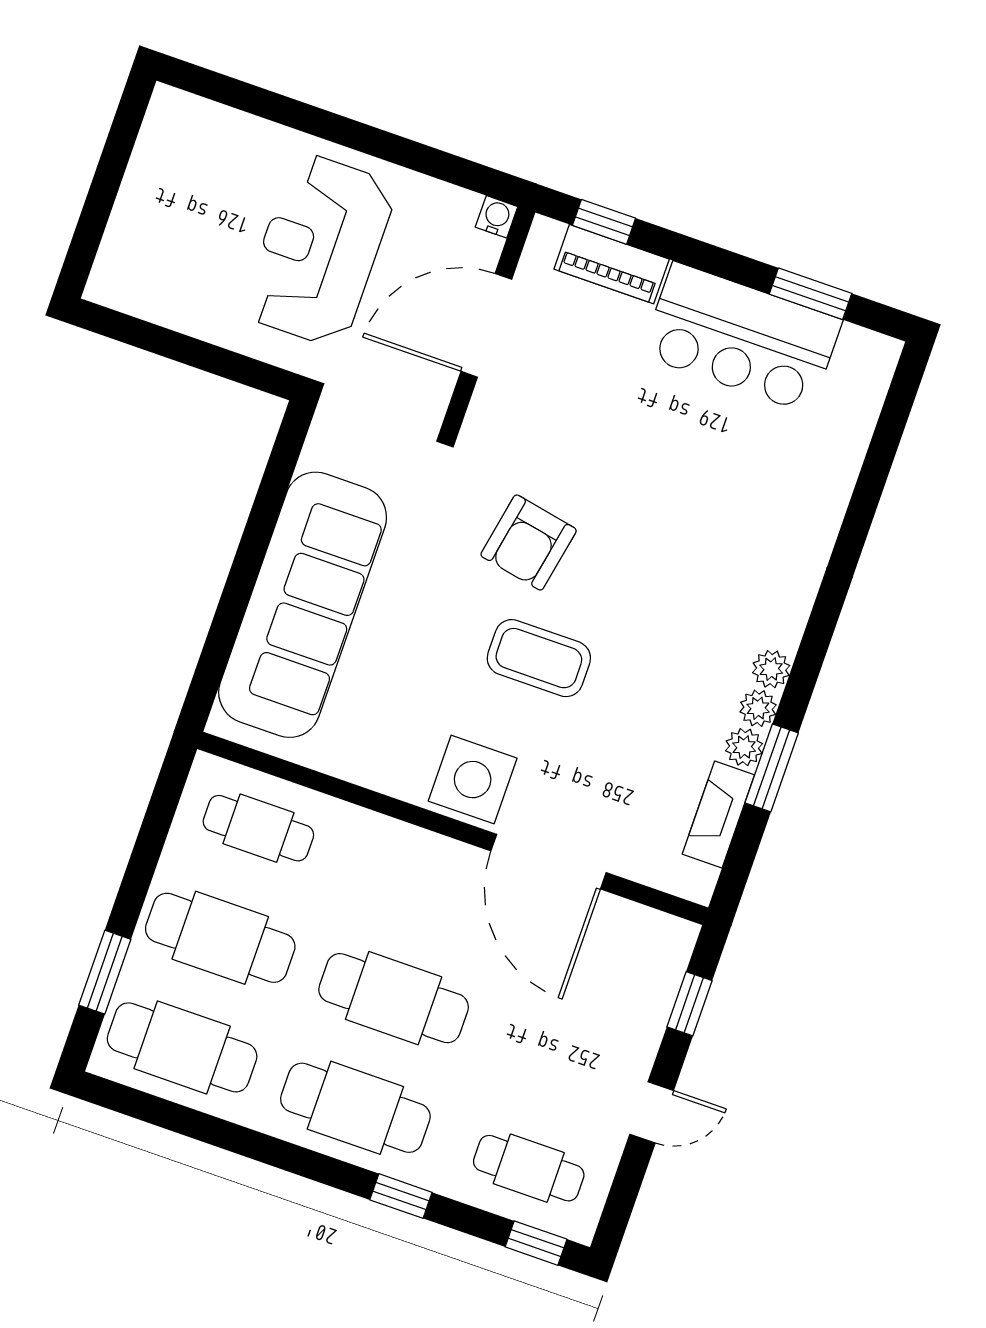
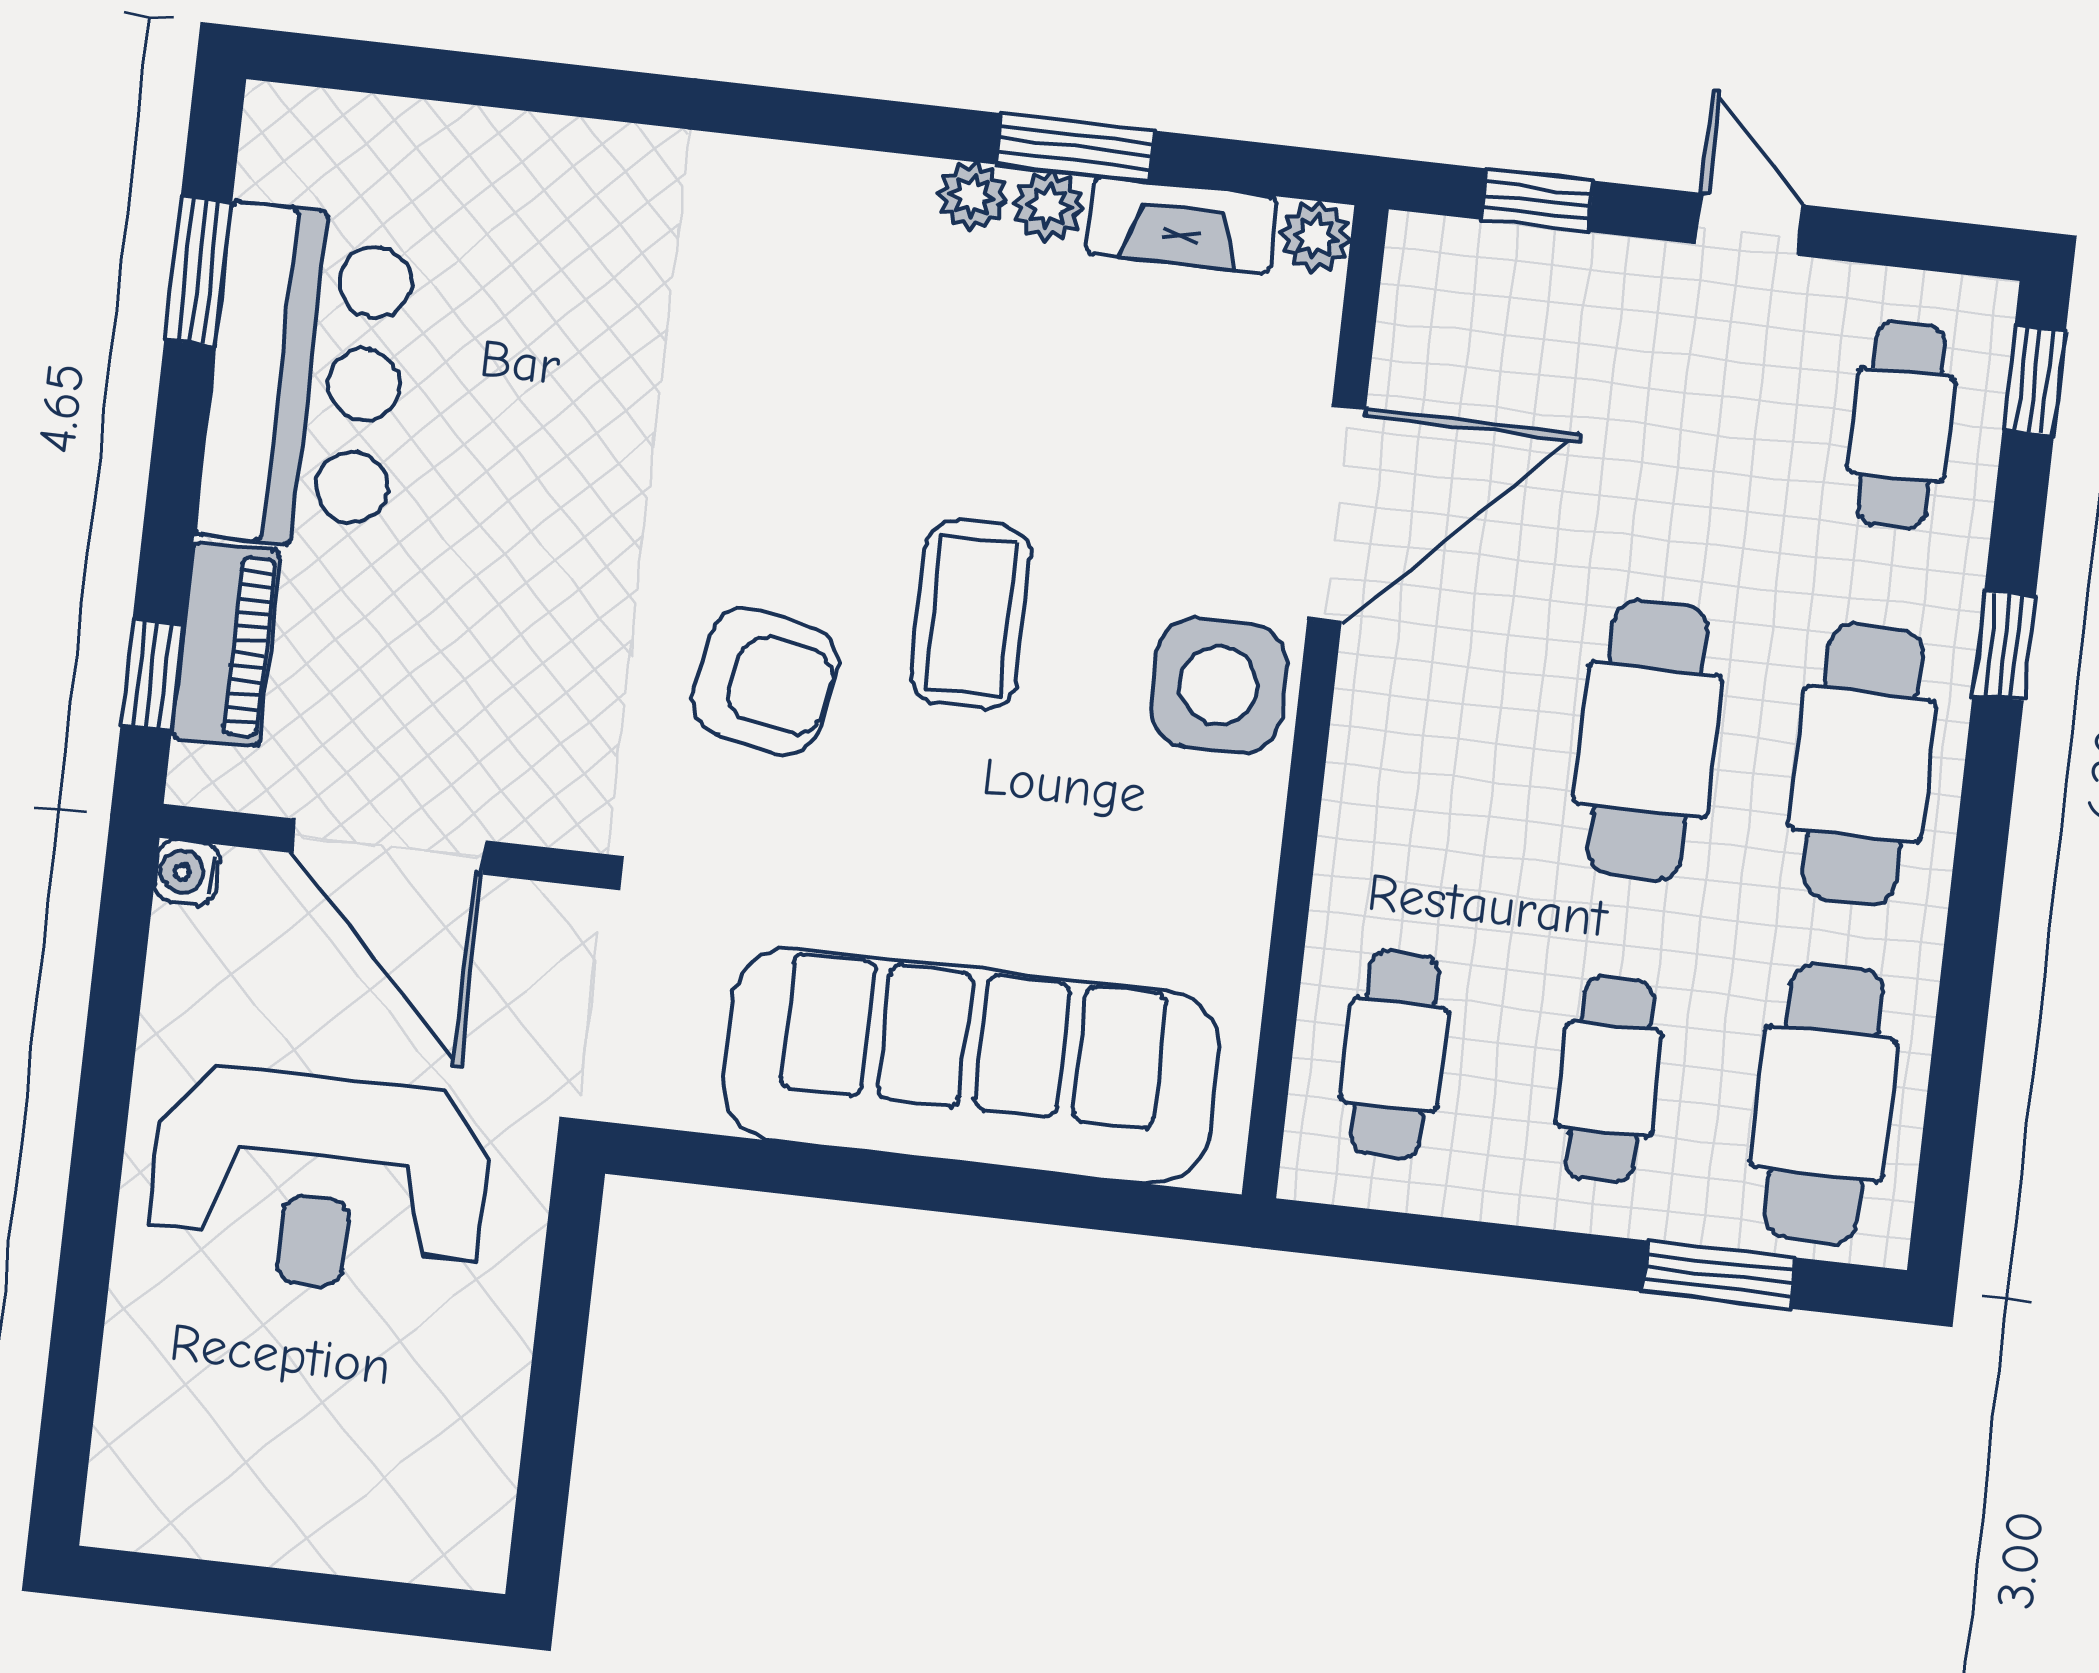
plant: (771, 669) -> (1315, 236), moved
cafe table: (220, 938) -> (1609, 1079), width x0.73, depth x0.74

